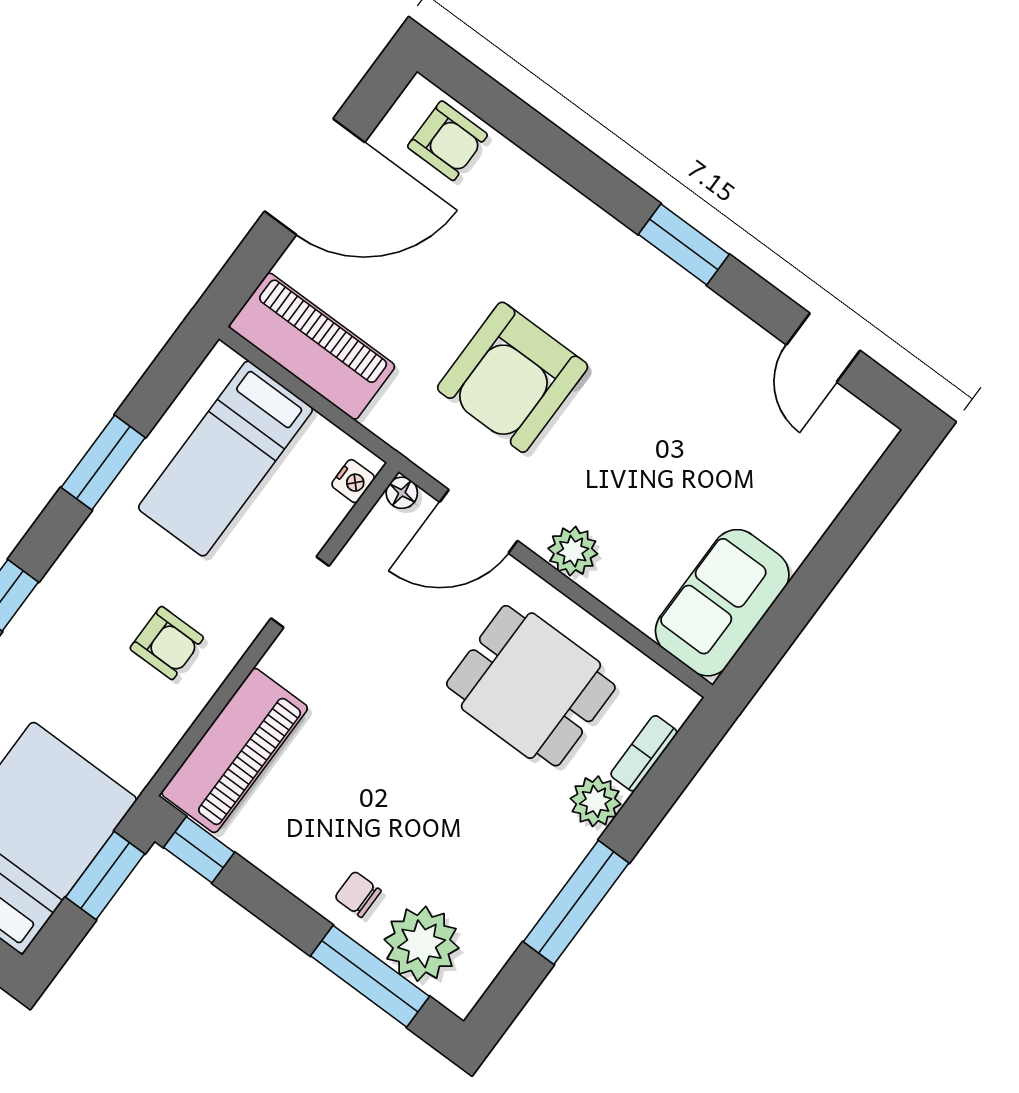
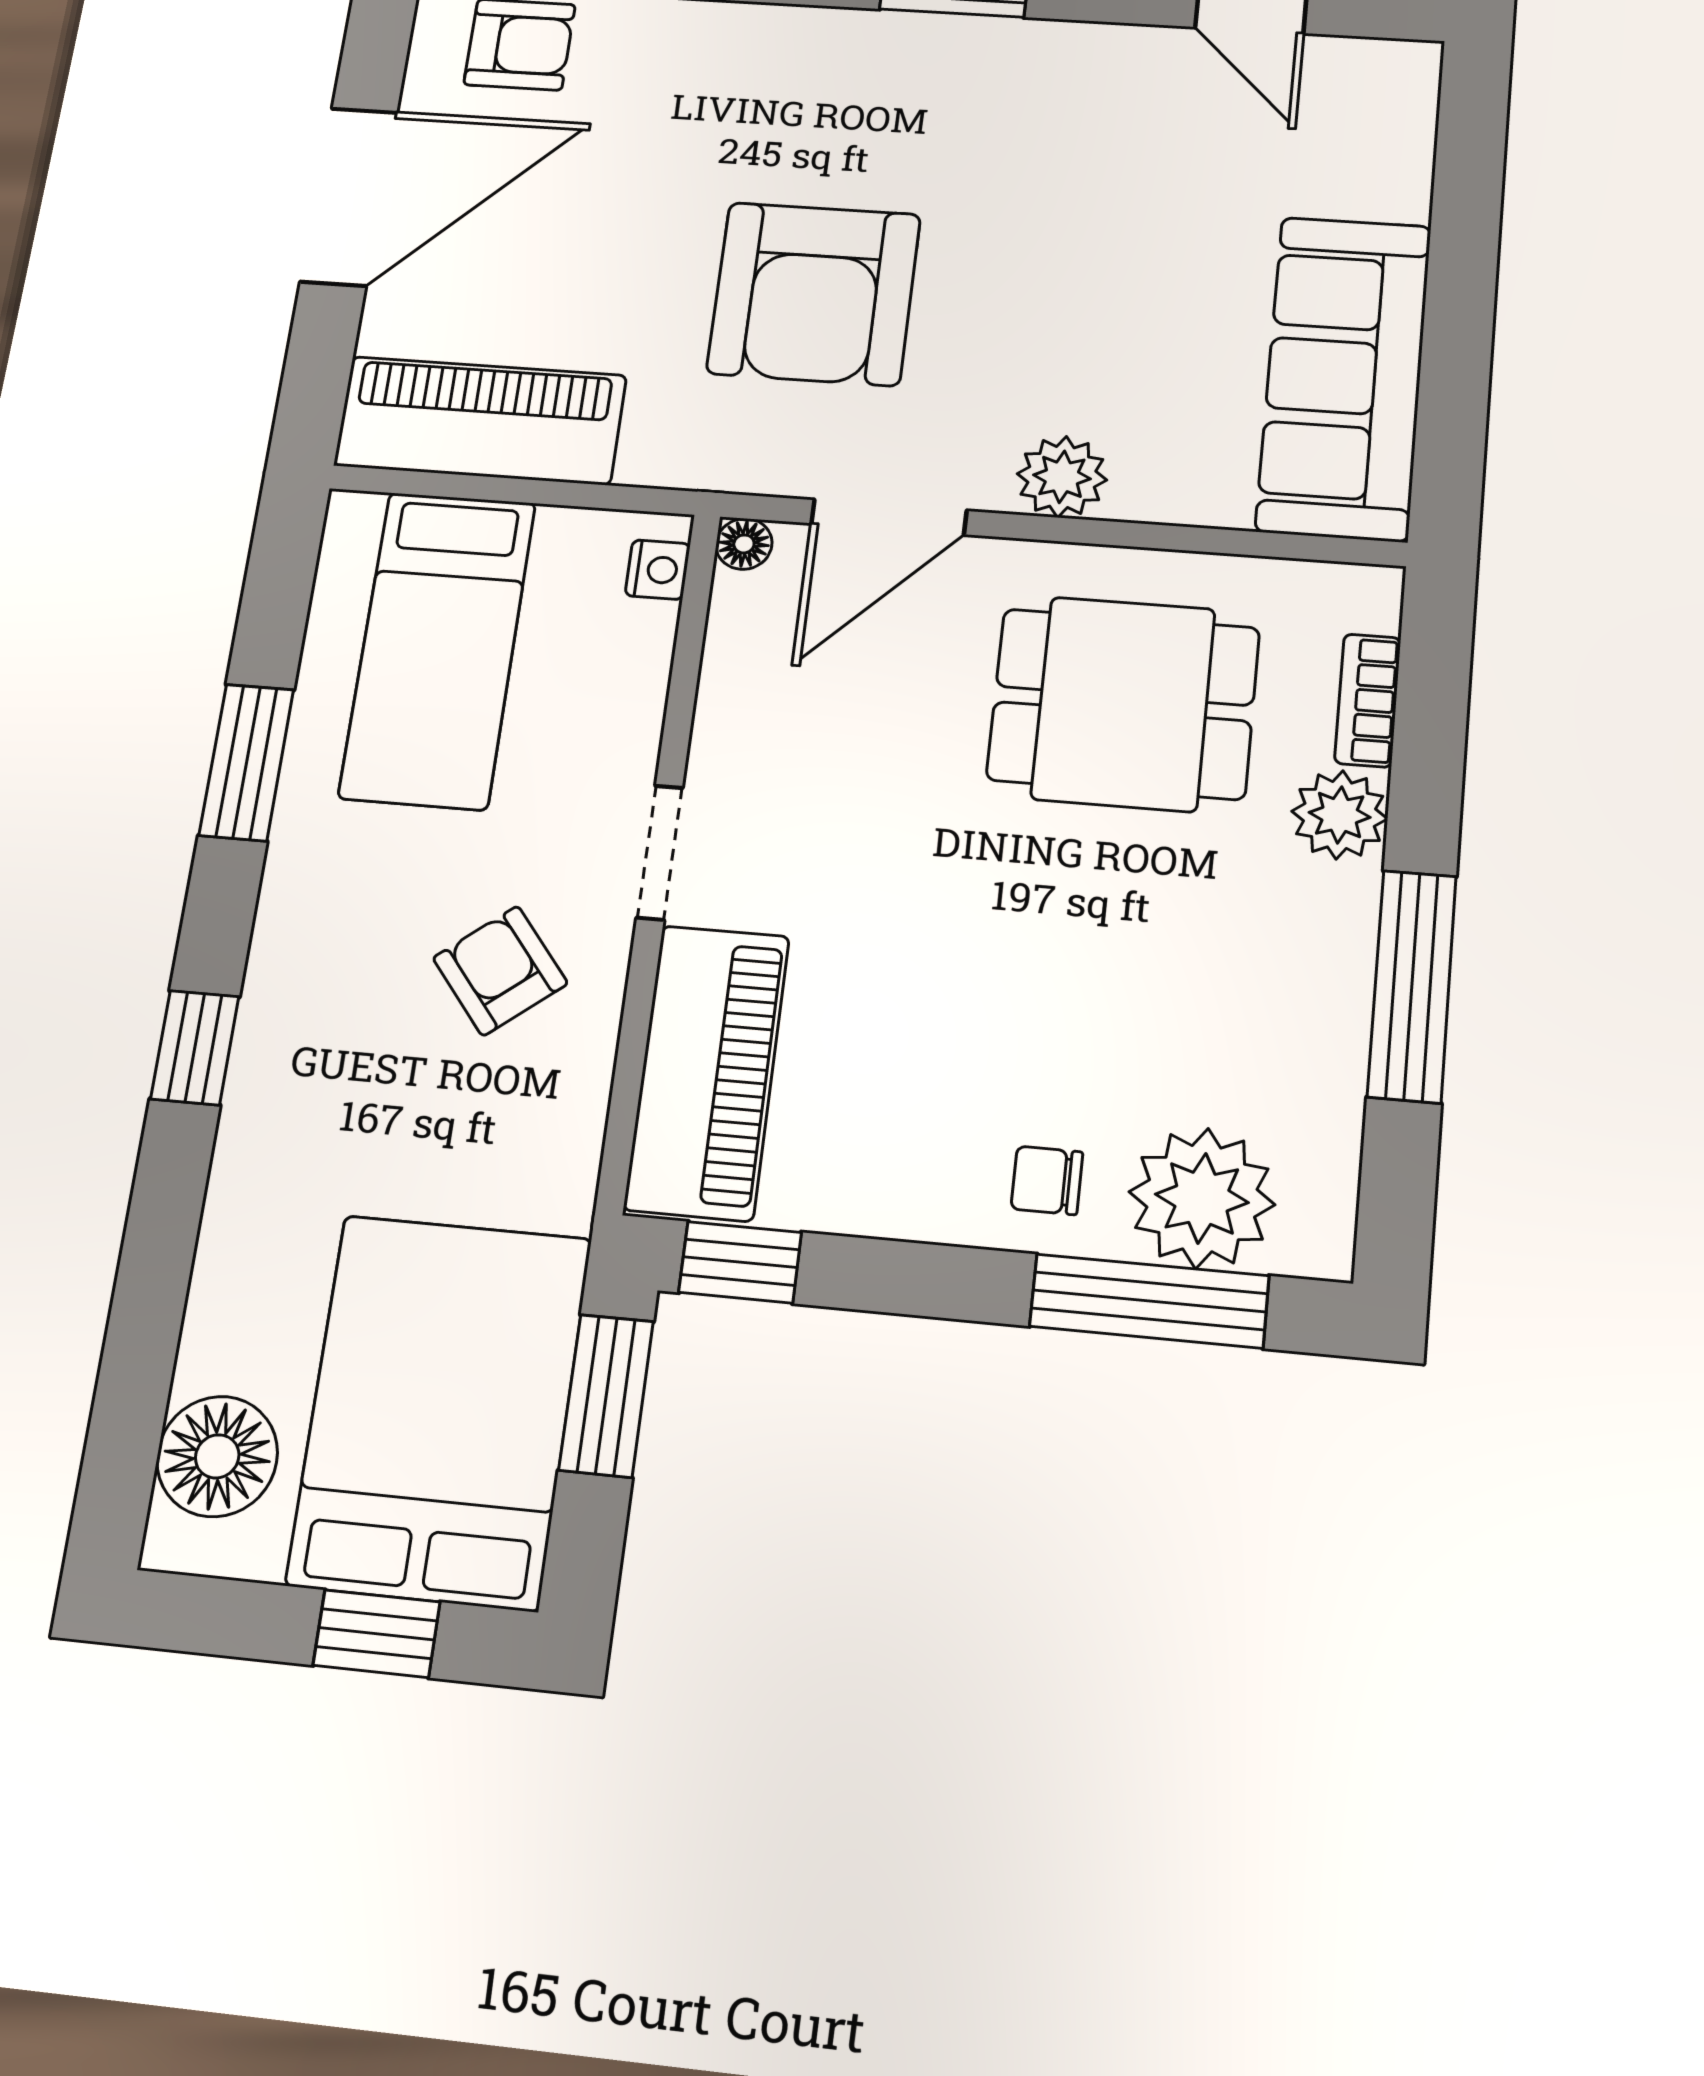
doorway: (300, 592) -> (660, 853), moved
sofa: (722, 603) -> (1344, 377), width x1.36
armchair: (167, 643) -> (500, 971), turned -129

